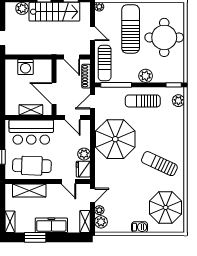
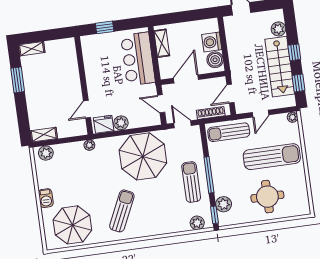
round table: (164, 37) -> (267, 197), width x0.73, depth x0.73
boiler: (41, 66) -> (215, 60), added
plant: (146, 76) -> (224, 204), moved
window: (116, 85) -> (209, 175), moved
shelving: (31, 110) -> (162, 43), moved
door: (72, 117) -> (161, 104), hinge flipped
cafe table: (32, 166) -> (99, 65), removed
shelving: (29, 191) -> (71, 66), removed
door: (92, 195) -> (75, 139), removed
plant: (99, 210) -> (89, 145), moved
freezer: (51, 225) -> (34, 97), removed

